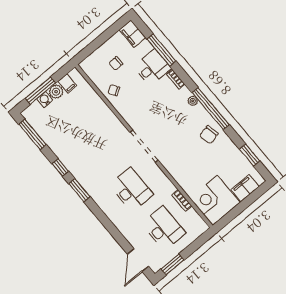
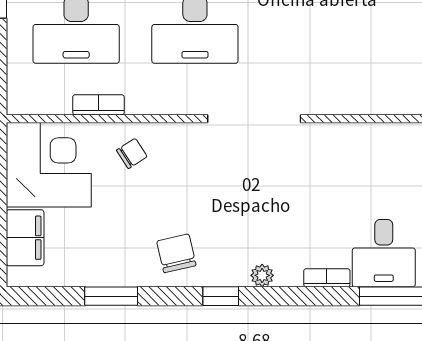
chair: (114, 90) -> (132, 153), moved
window: (211, 109) -> (221, 296), width x0.32
window: (250, 155) -> (111, 296), moved

